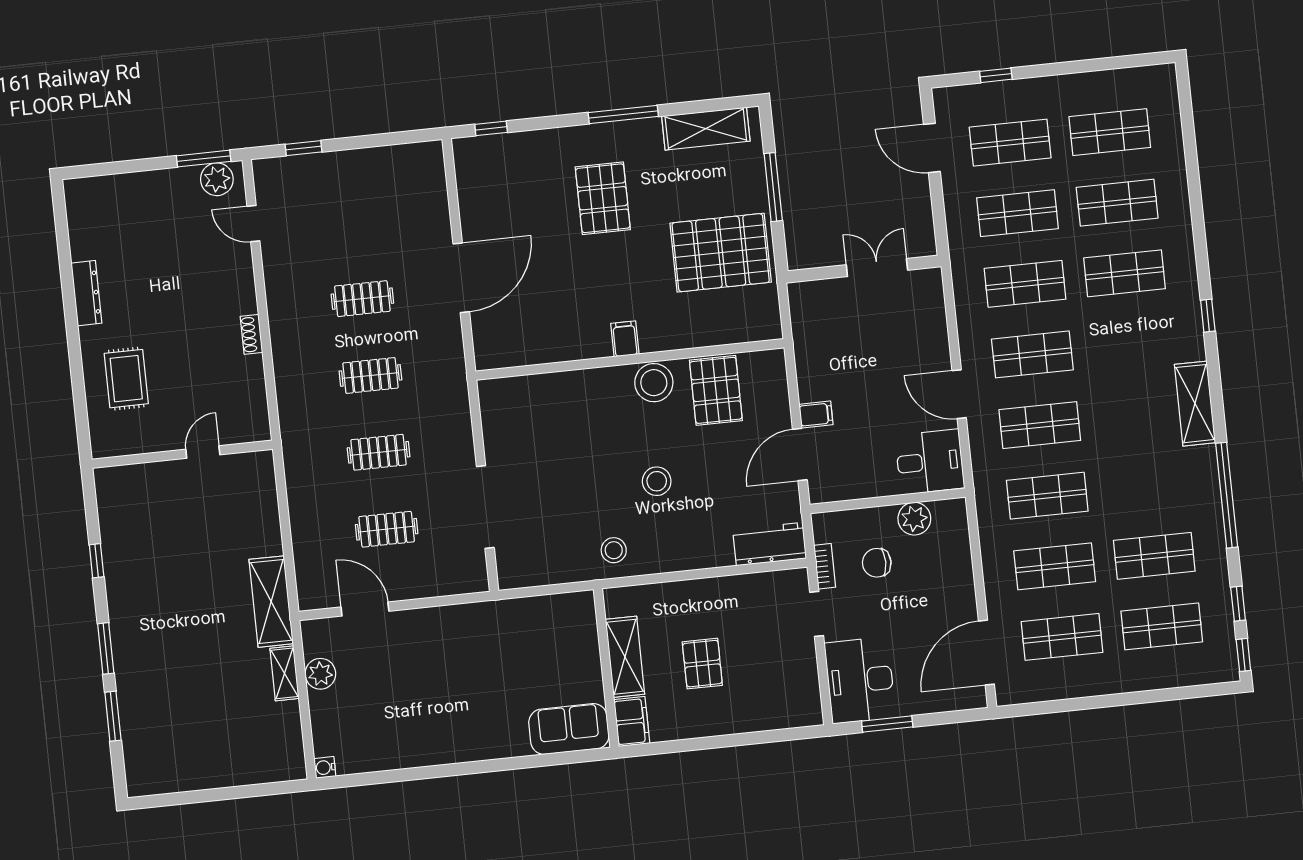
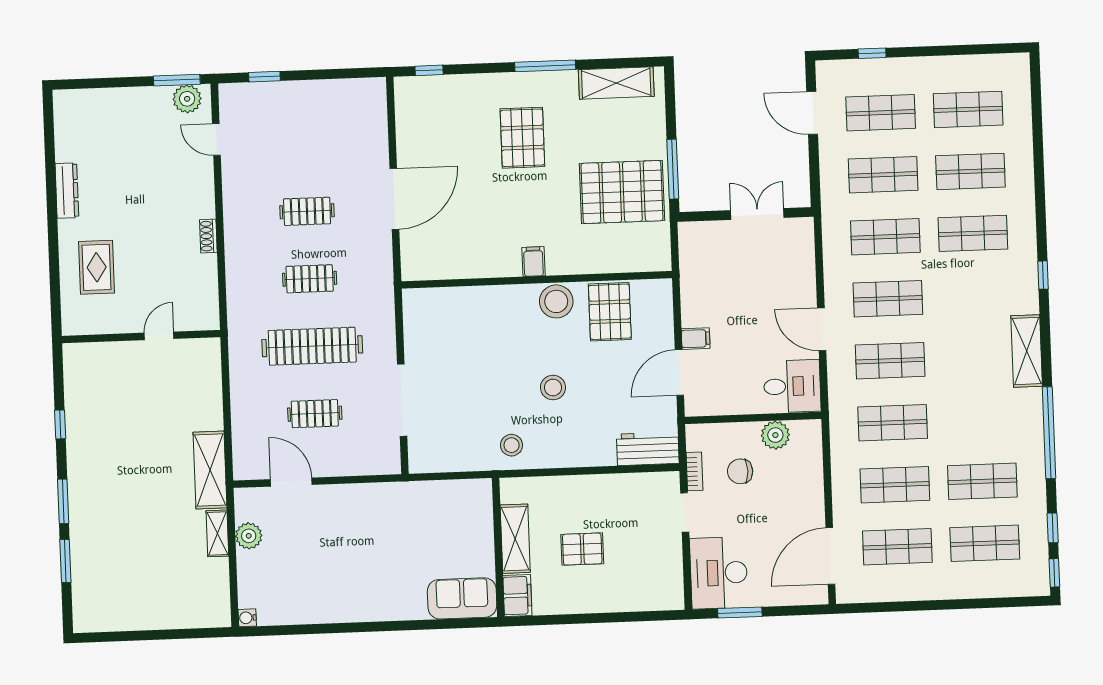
window: (773, 187) -> (673, 169), moved
clothes rail: (379, 452) -> (312, 346), width x1.86, depth x1.31
pallet: (702, 664) -> (582, 549), turned 90

